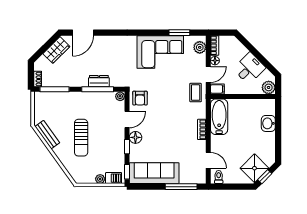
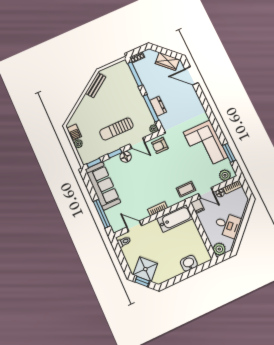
sun lounger: (81, 138) -> (116, 129), moved
door: (208, 160) -> (134, 226), swing flipped
barbecue: (114, 178) -> (74, 132), moved

